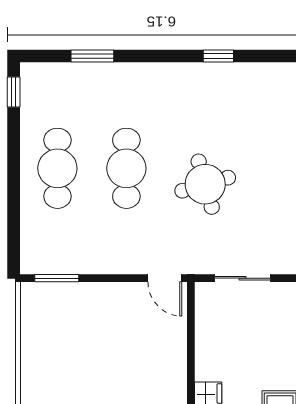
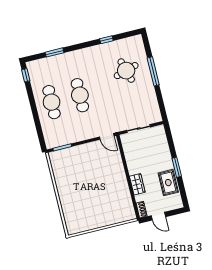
round table: (205, 184) -> (126, 71), moved

